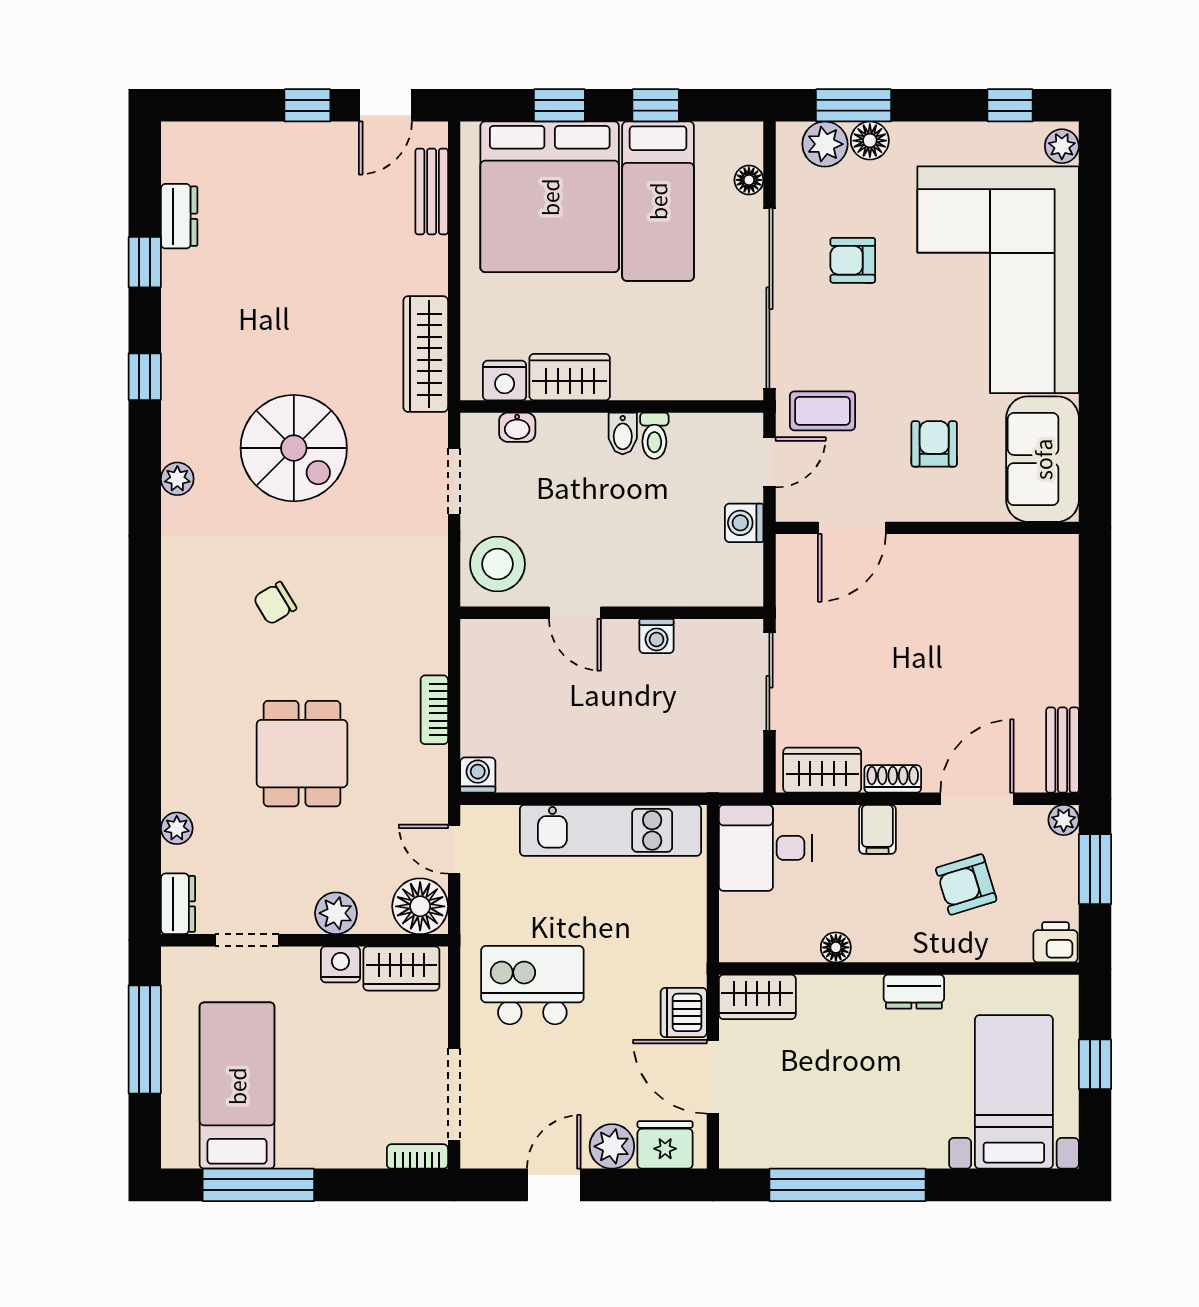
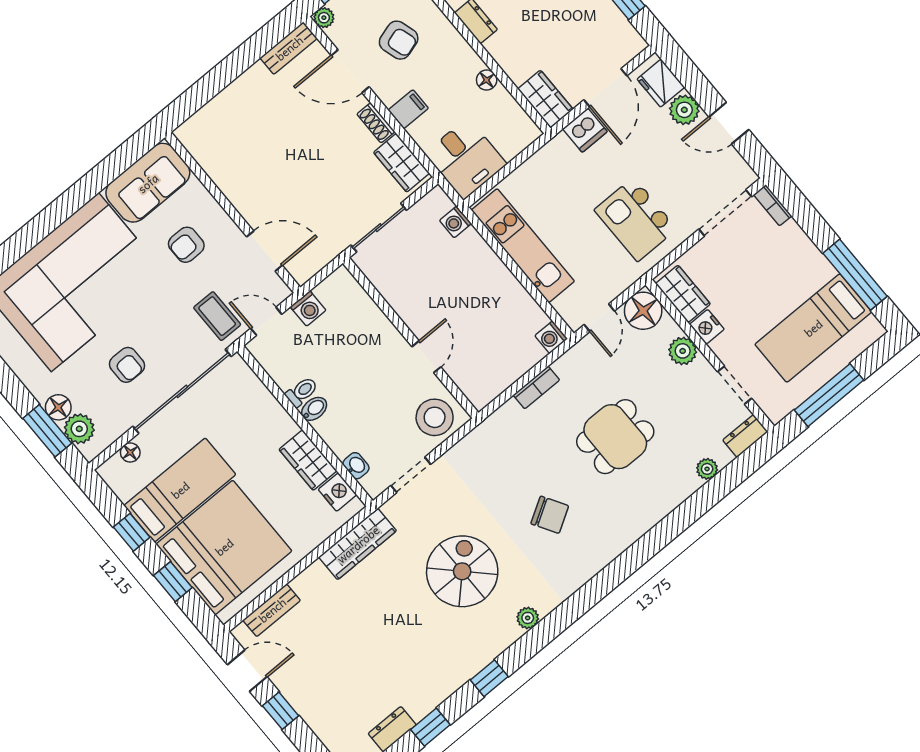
chair: (275, 603) -> (550, 515), width x1.37, depth x1.37
washing machine: (657, 636) -> (455, 222), moved, turned 180

